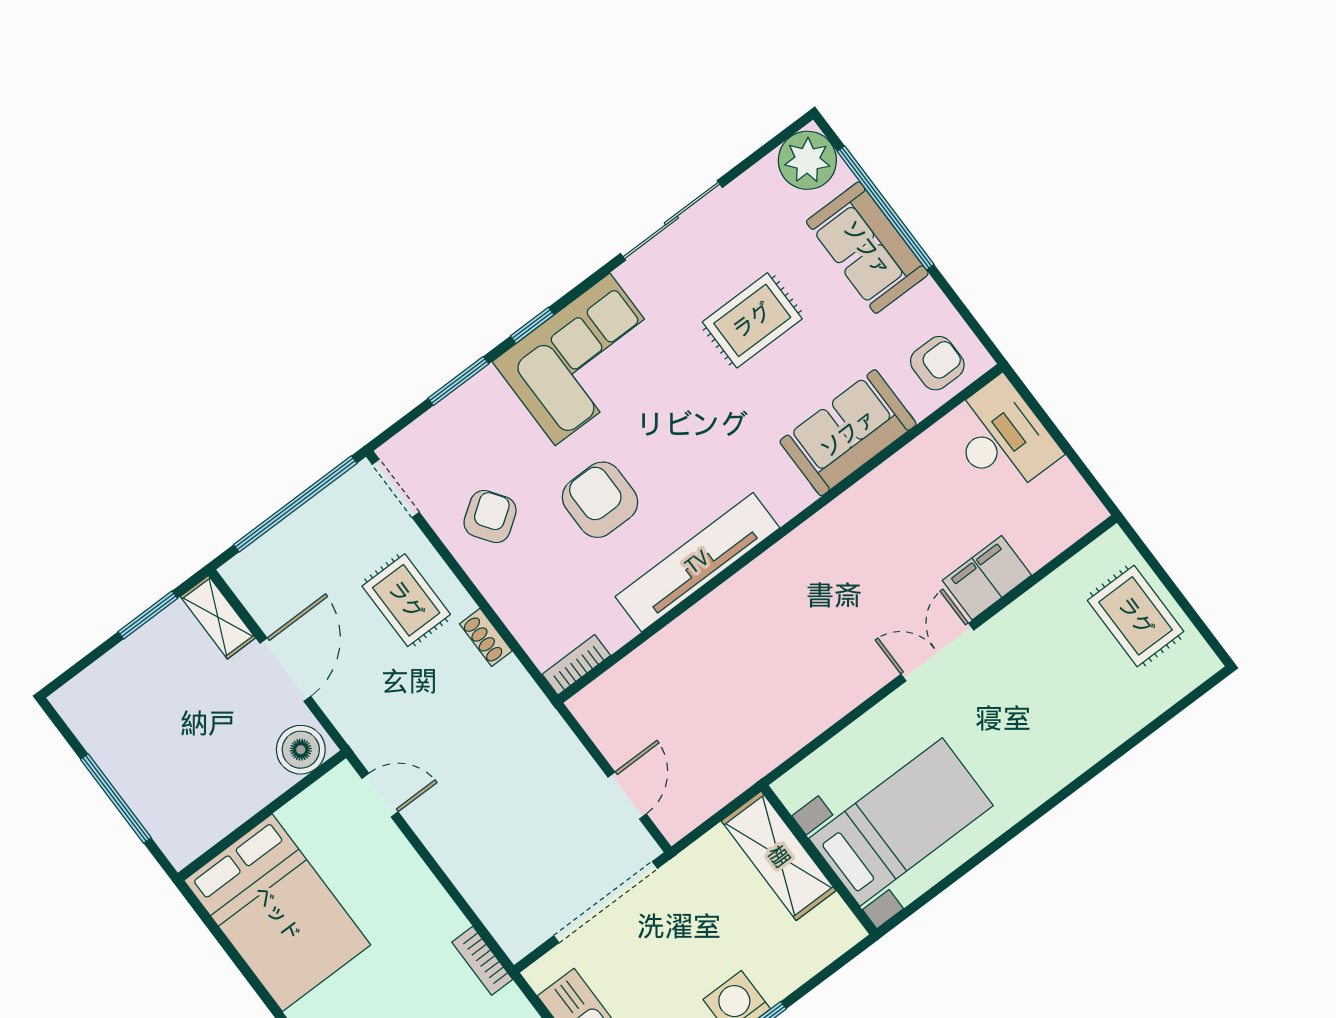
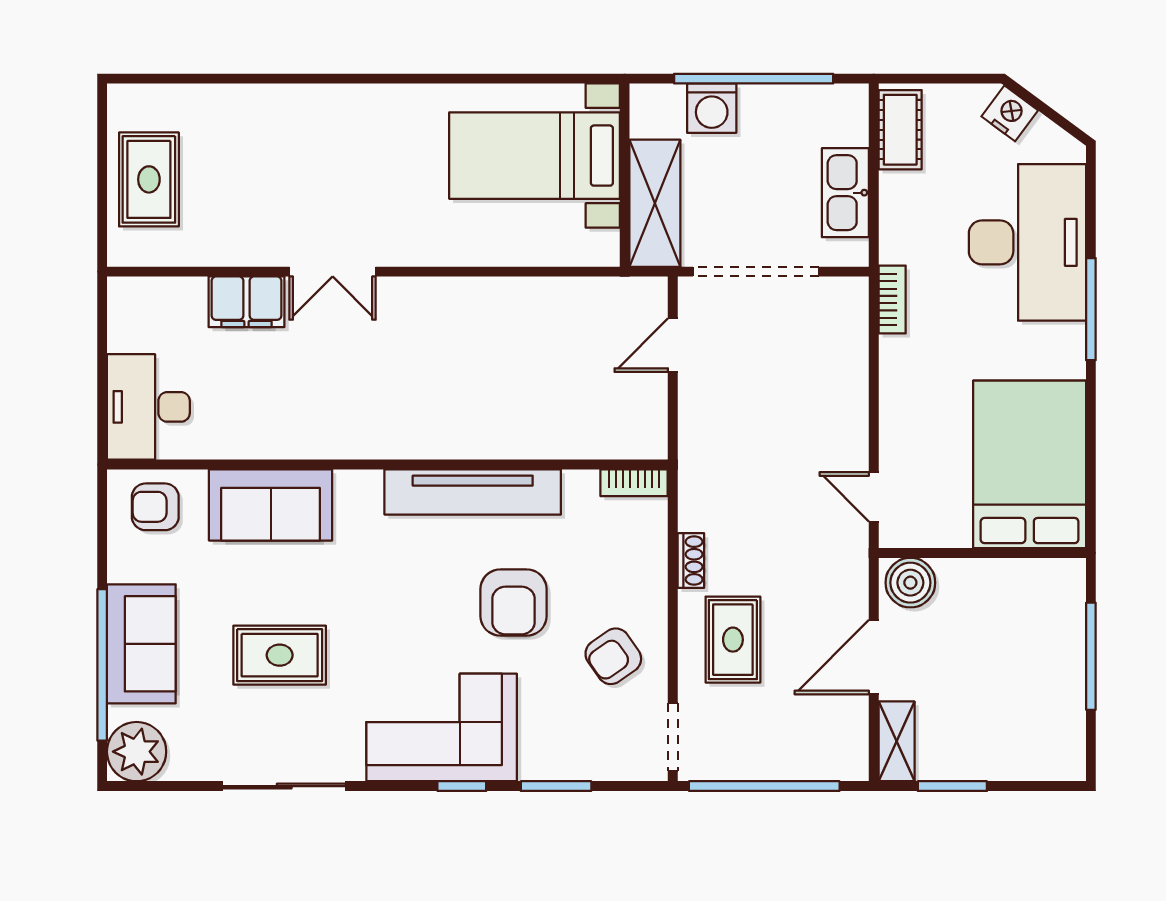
bed with nightstands: (901, 822) -> (534, 156), moved
shelving: (779, 856) -> (655, 203), moved
wall: (819, 860) -> (625, 175), moved

